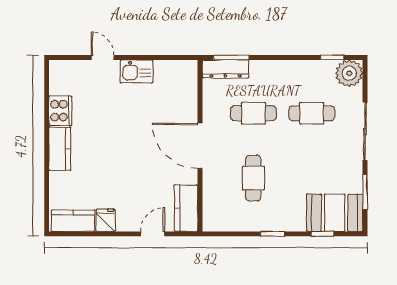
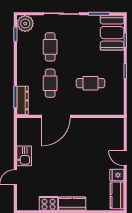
door: (200, 146) -> (56, 116), moved
kitchen counter: (186, 208) -> (109, 125), removed
door: (153, 234) -> (125, 158), moved

